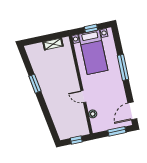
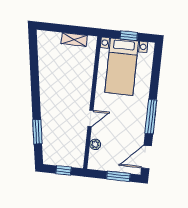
window: (123, 67) -> (151, 117), moved
window: (35, 84) -> (37, 132), moved
door: (83, 96) -> (91, 118), swing flipped

